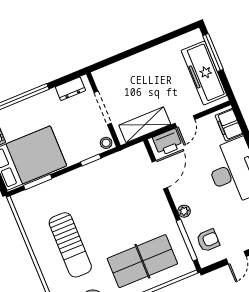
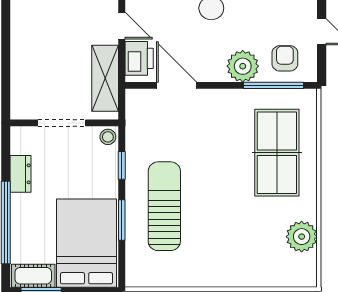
dresser: (70, 89) -> (21, 174), moved
window: (38, 182) -> (122, 220), moved
plant: (184, 211) -> (243, 66), width x1.88, depth x1.88
sun lounger: (70, 245) -> (164, 206), moved, turned -90

